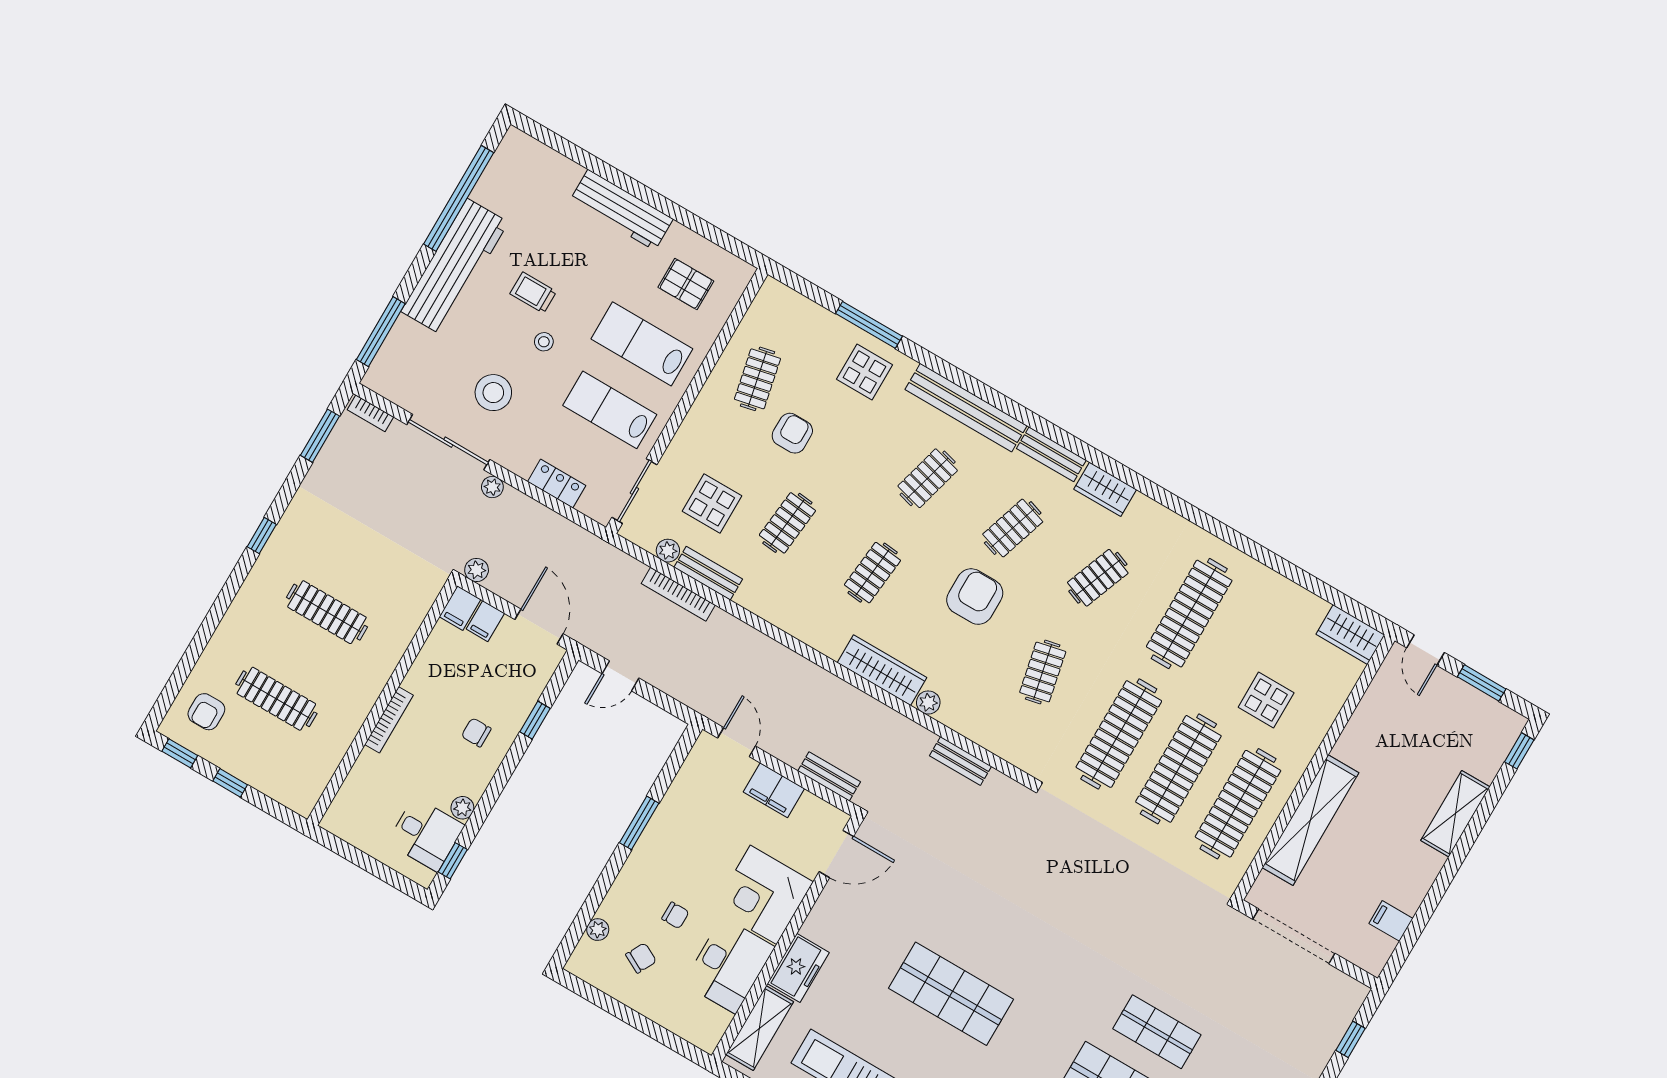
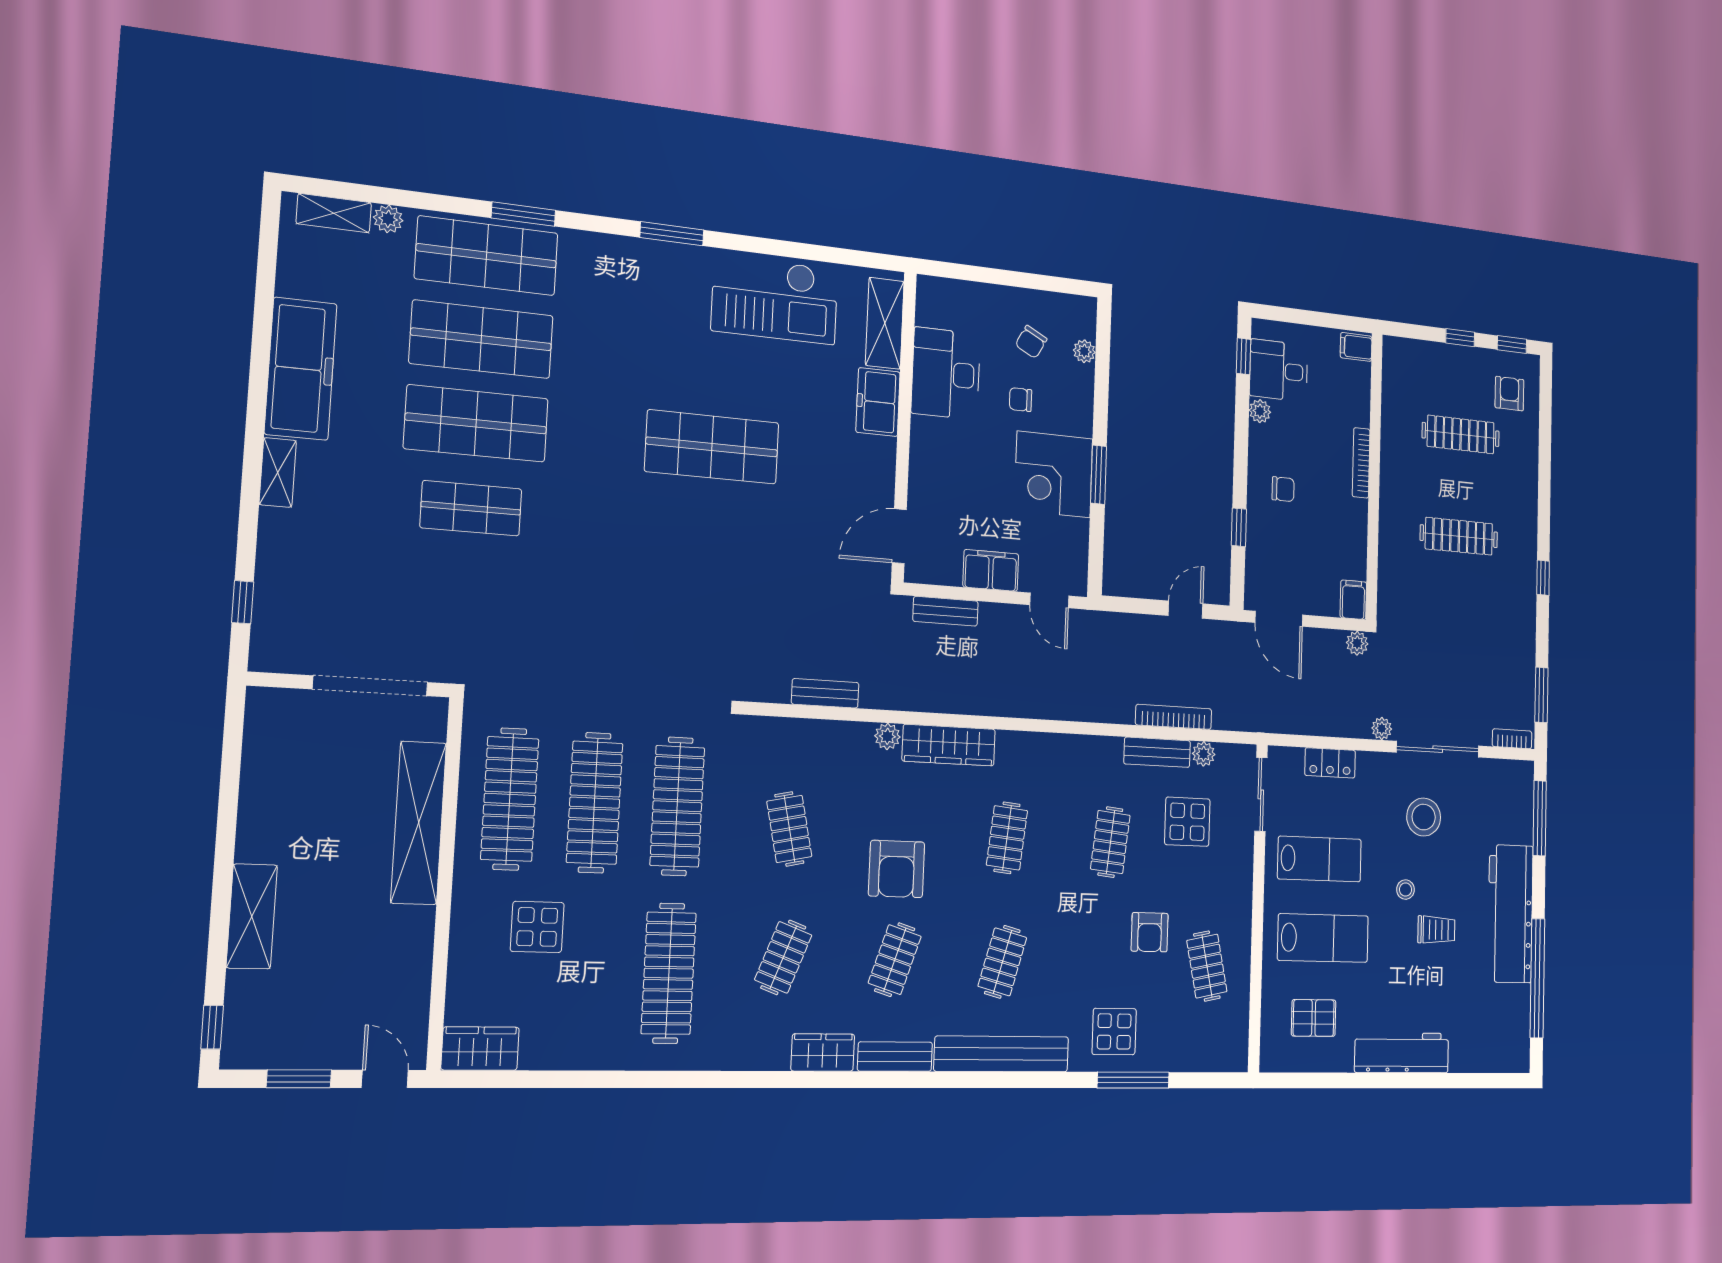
filing cabinet: (485, 621) -> (1356, 347), moved, turned -90
corner desk: (764, 895) -> (1054, 474), moved, turned 180
filing cabinet: (1391, 921) -> (265, 758), removed

